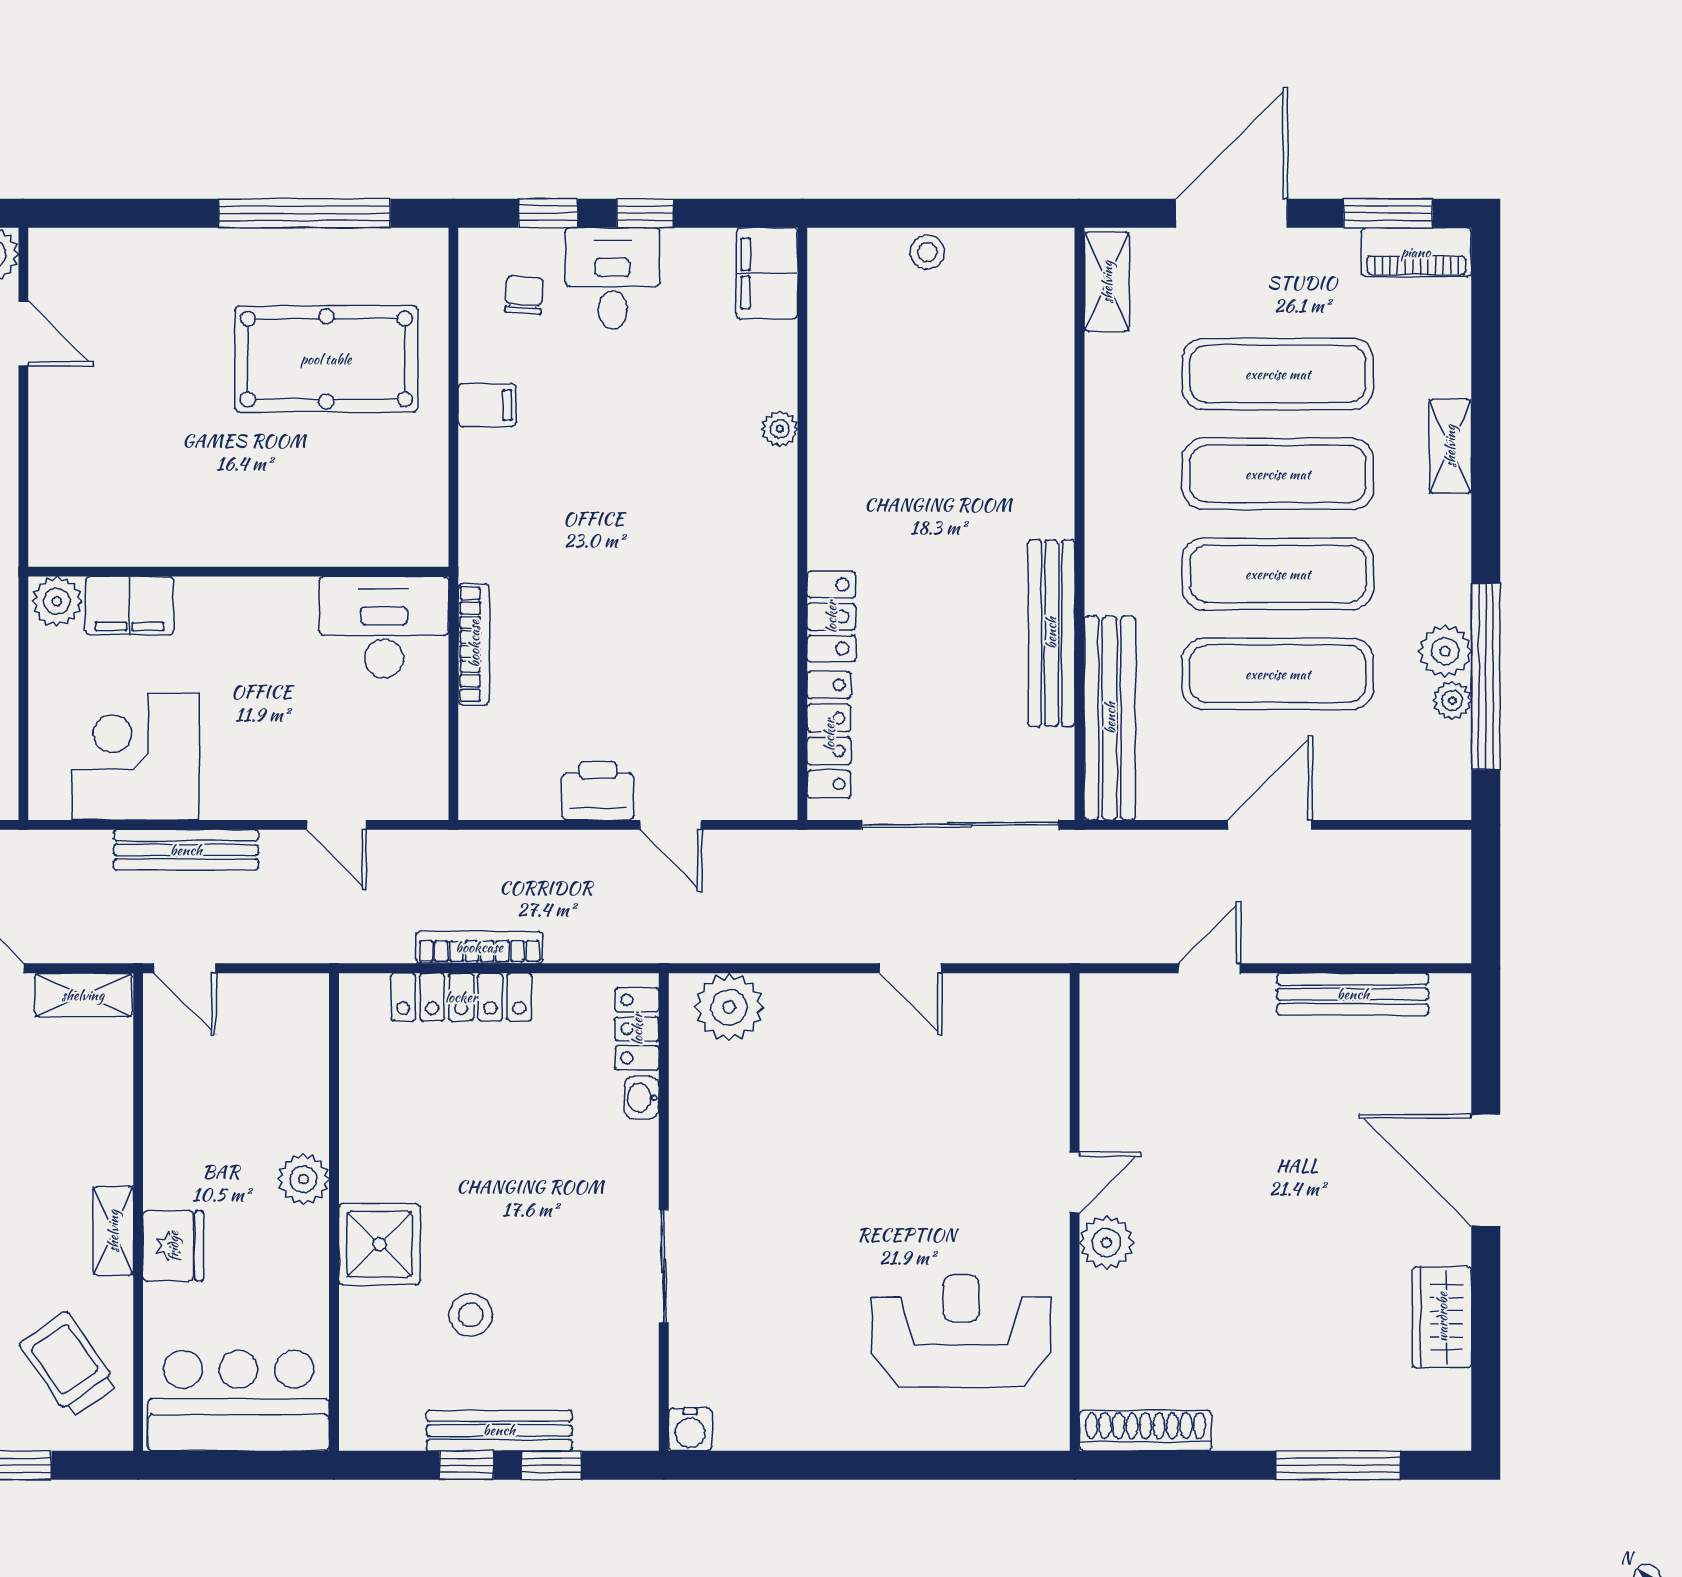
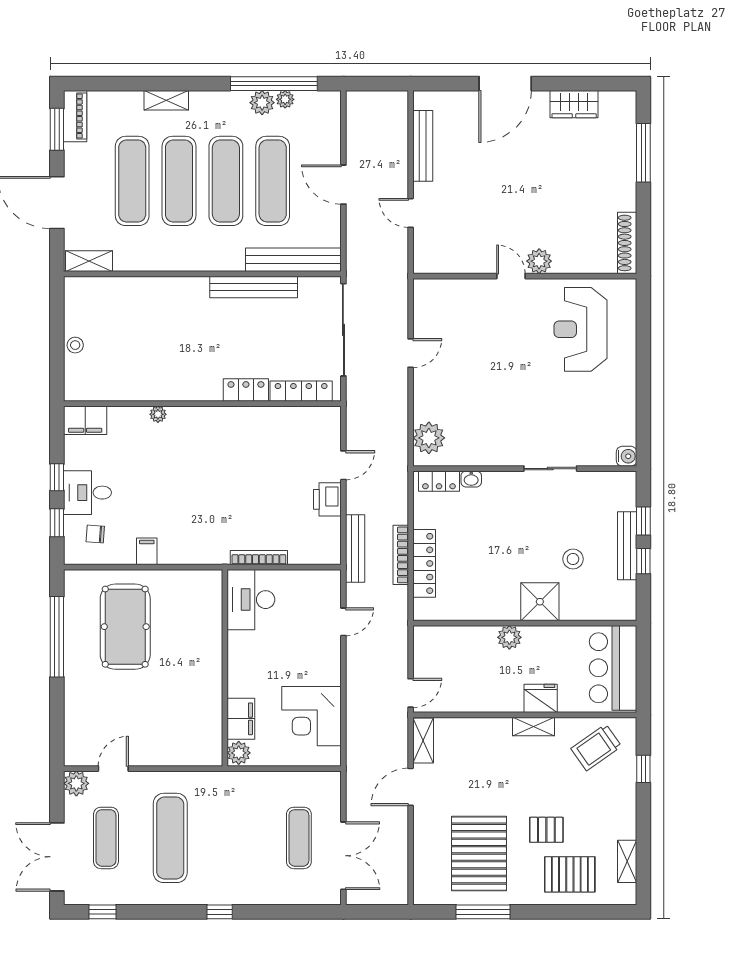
bench: (186, 850) -> (355, 549), moved

